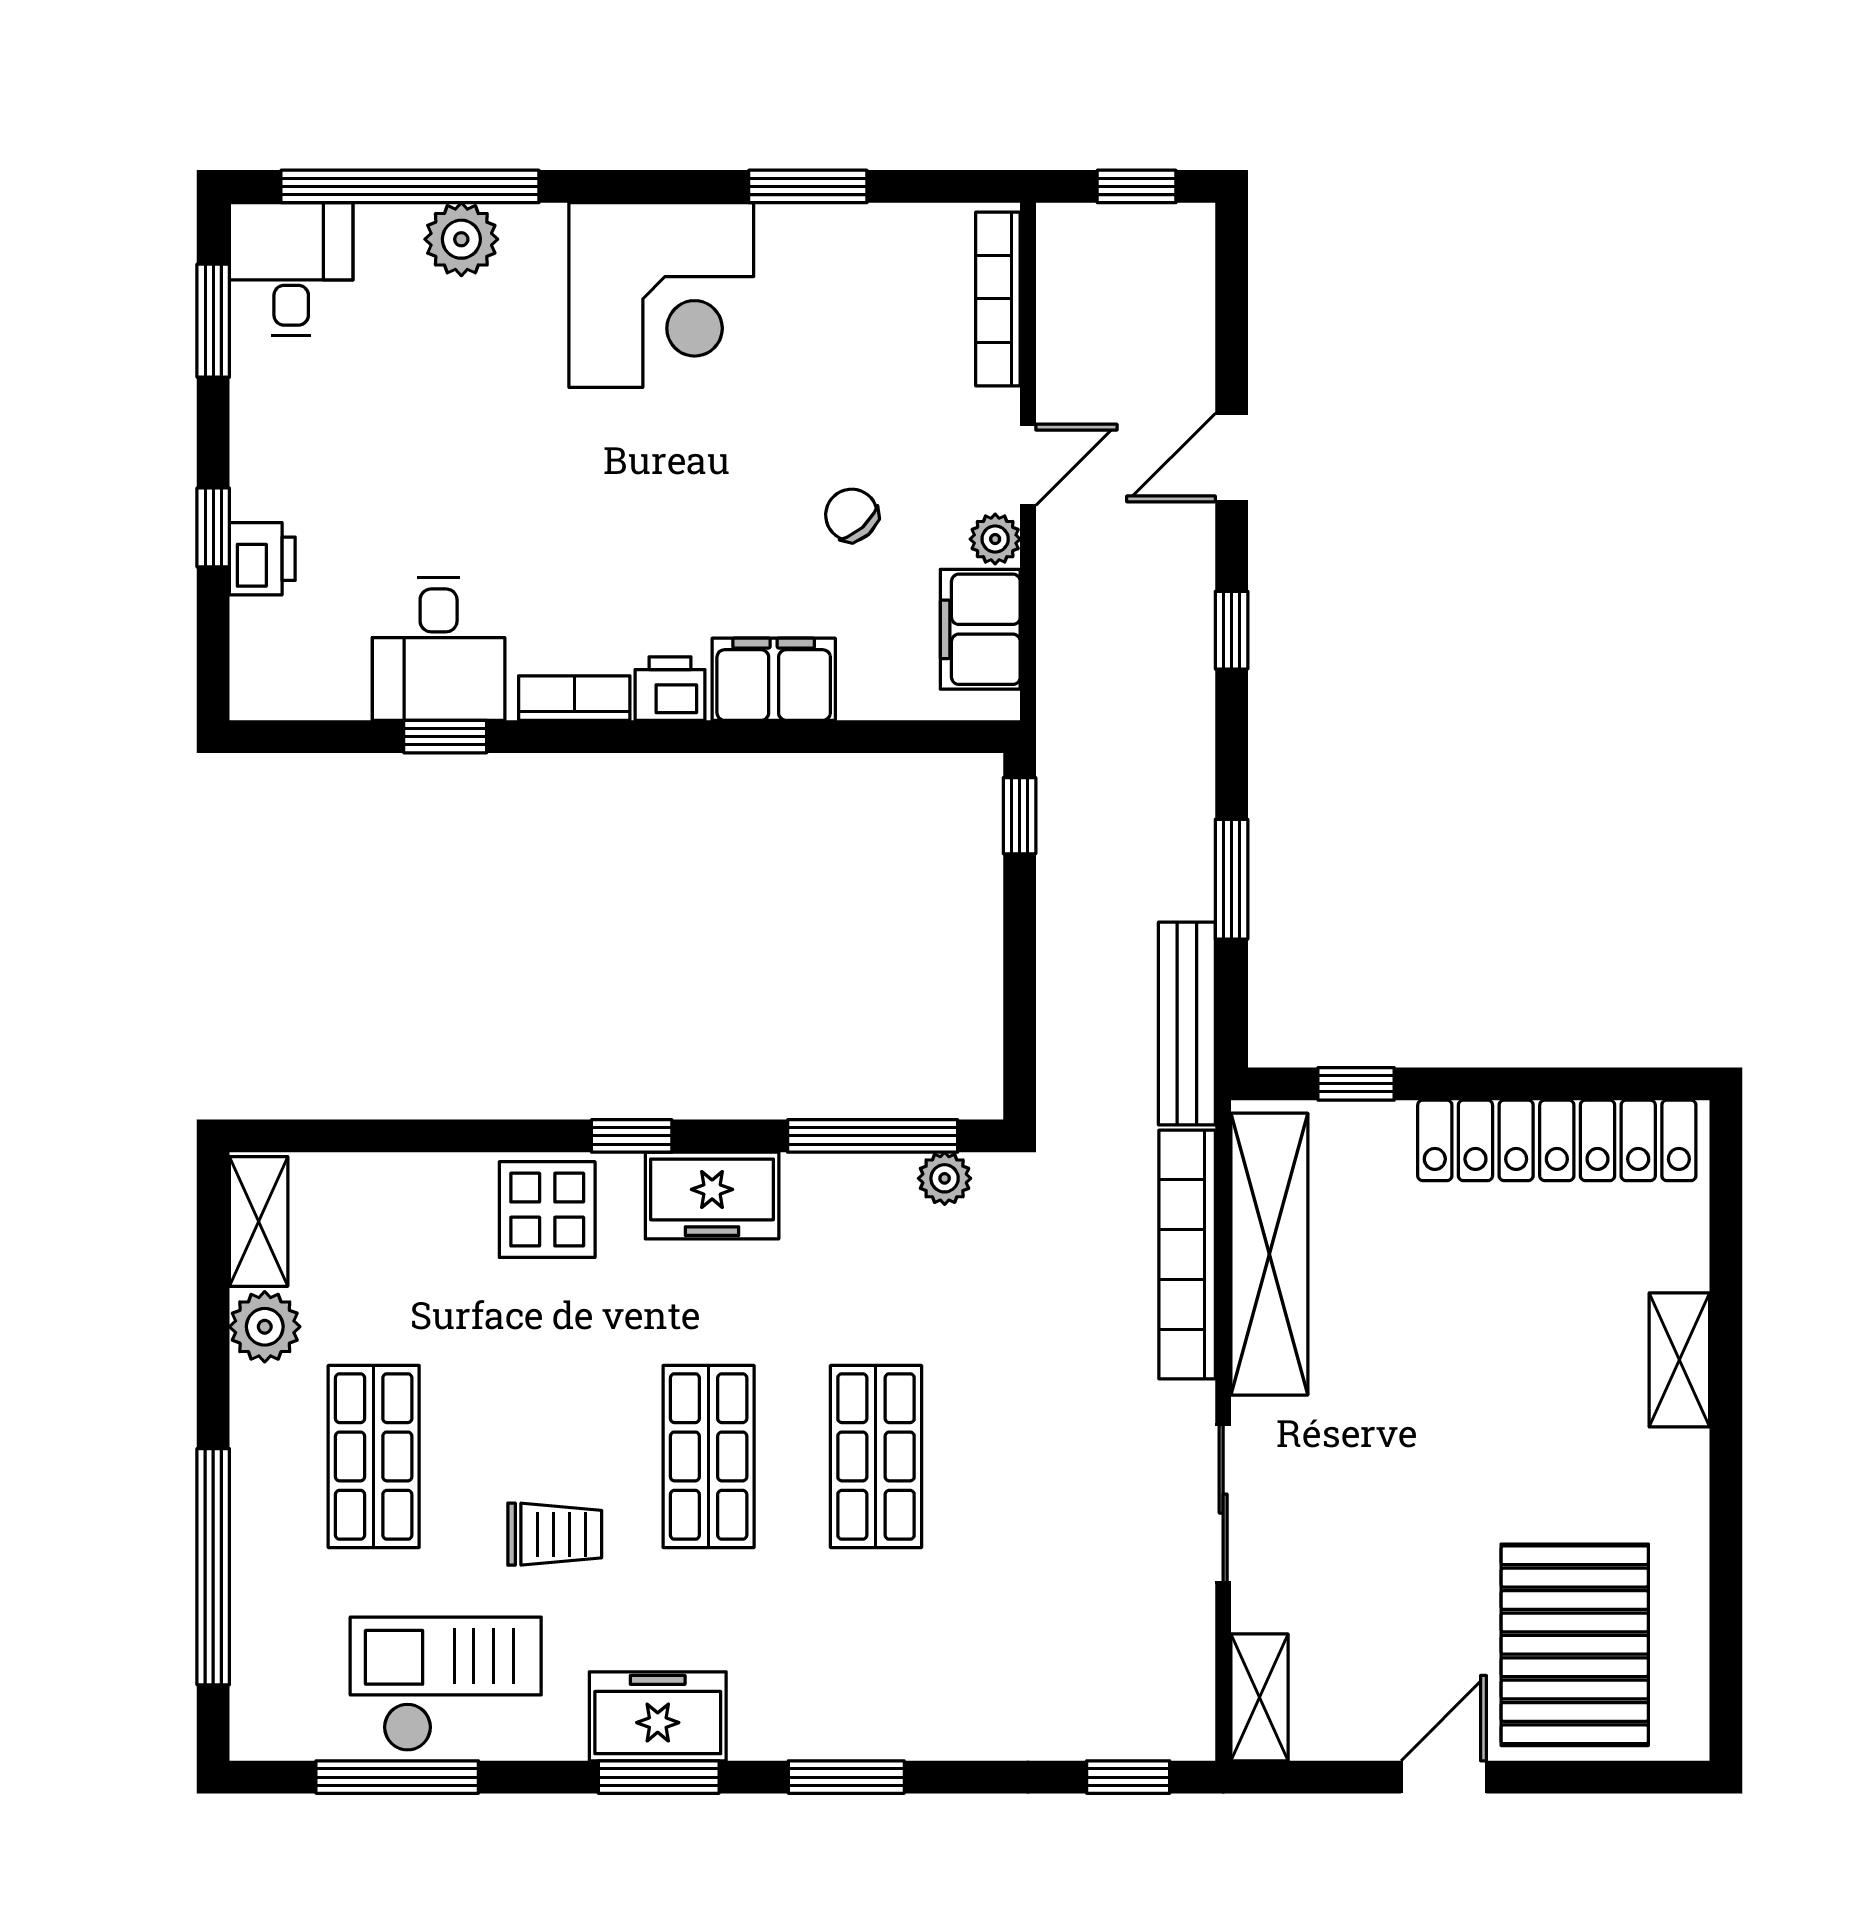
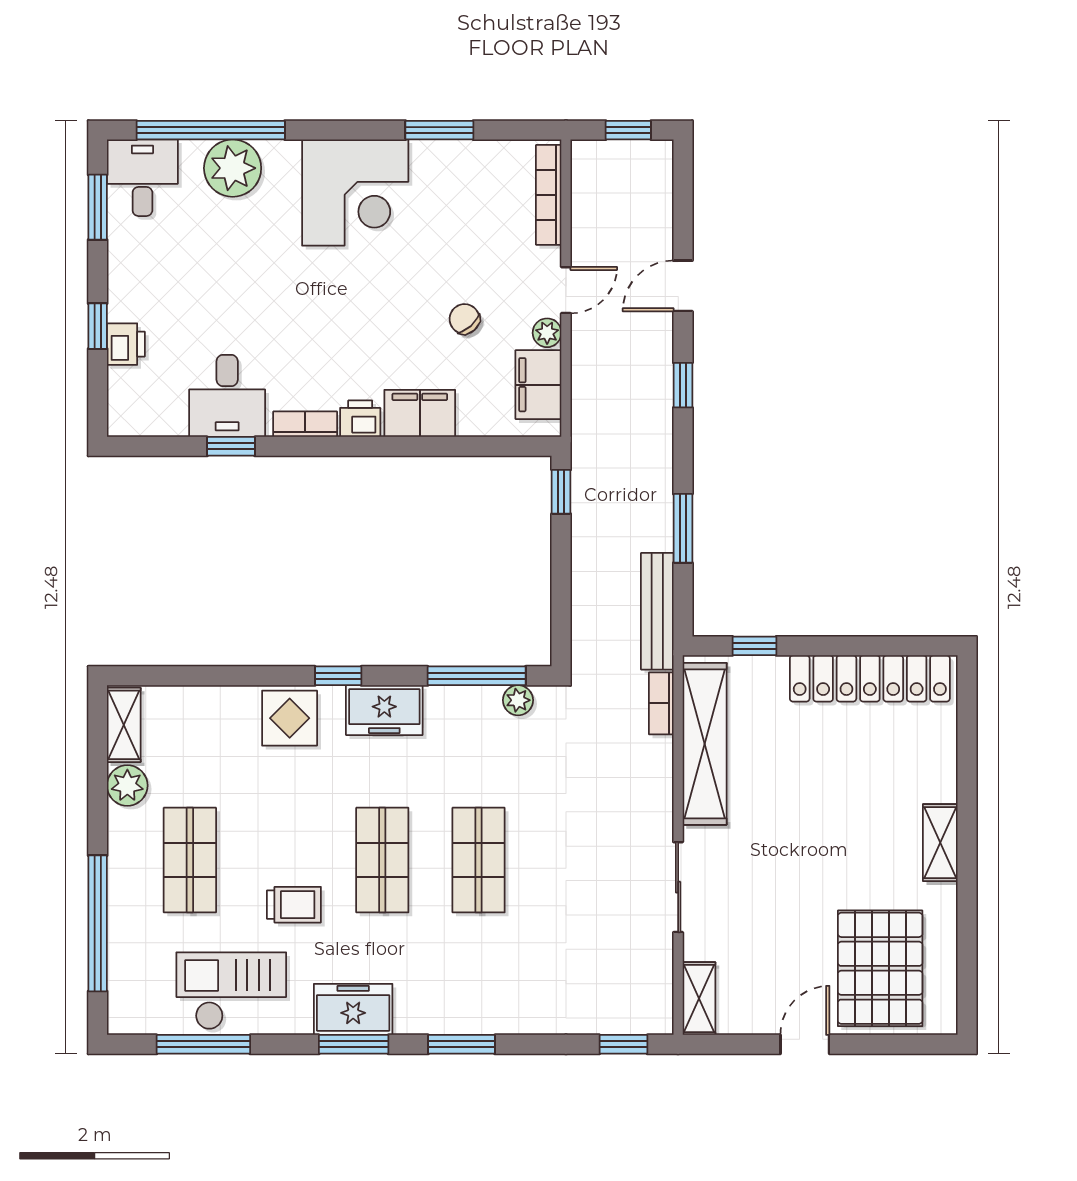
plant: (461, 239) -> (233, 168), width x1.36, depth x1.36
bookcase: (1187, 1254) -> (661, 703), width x0.43, depth x0.76
shelving: (1679, 1360) -> (940, 843), moved

